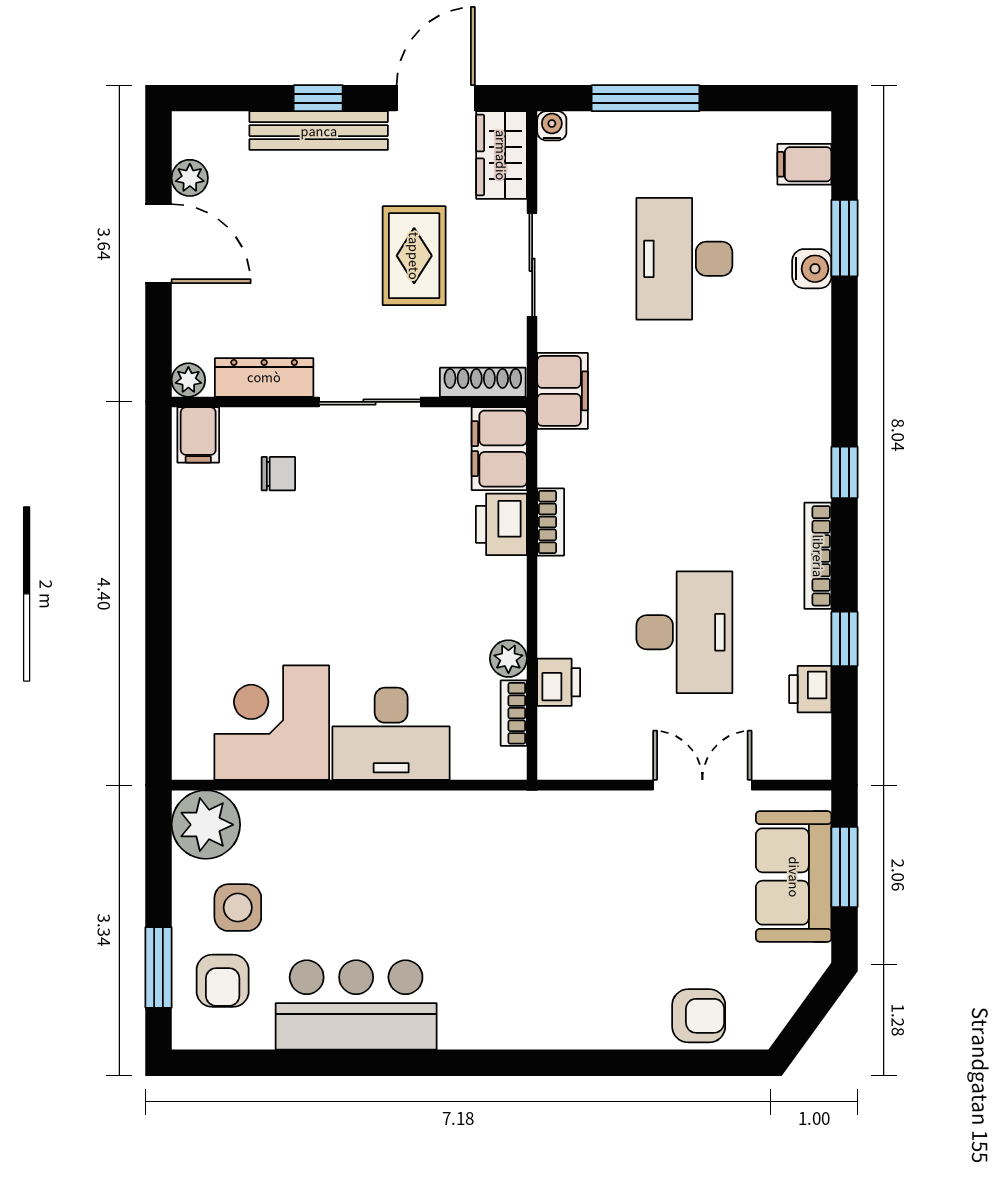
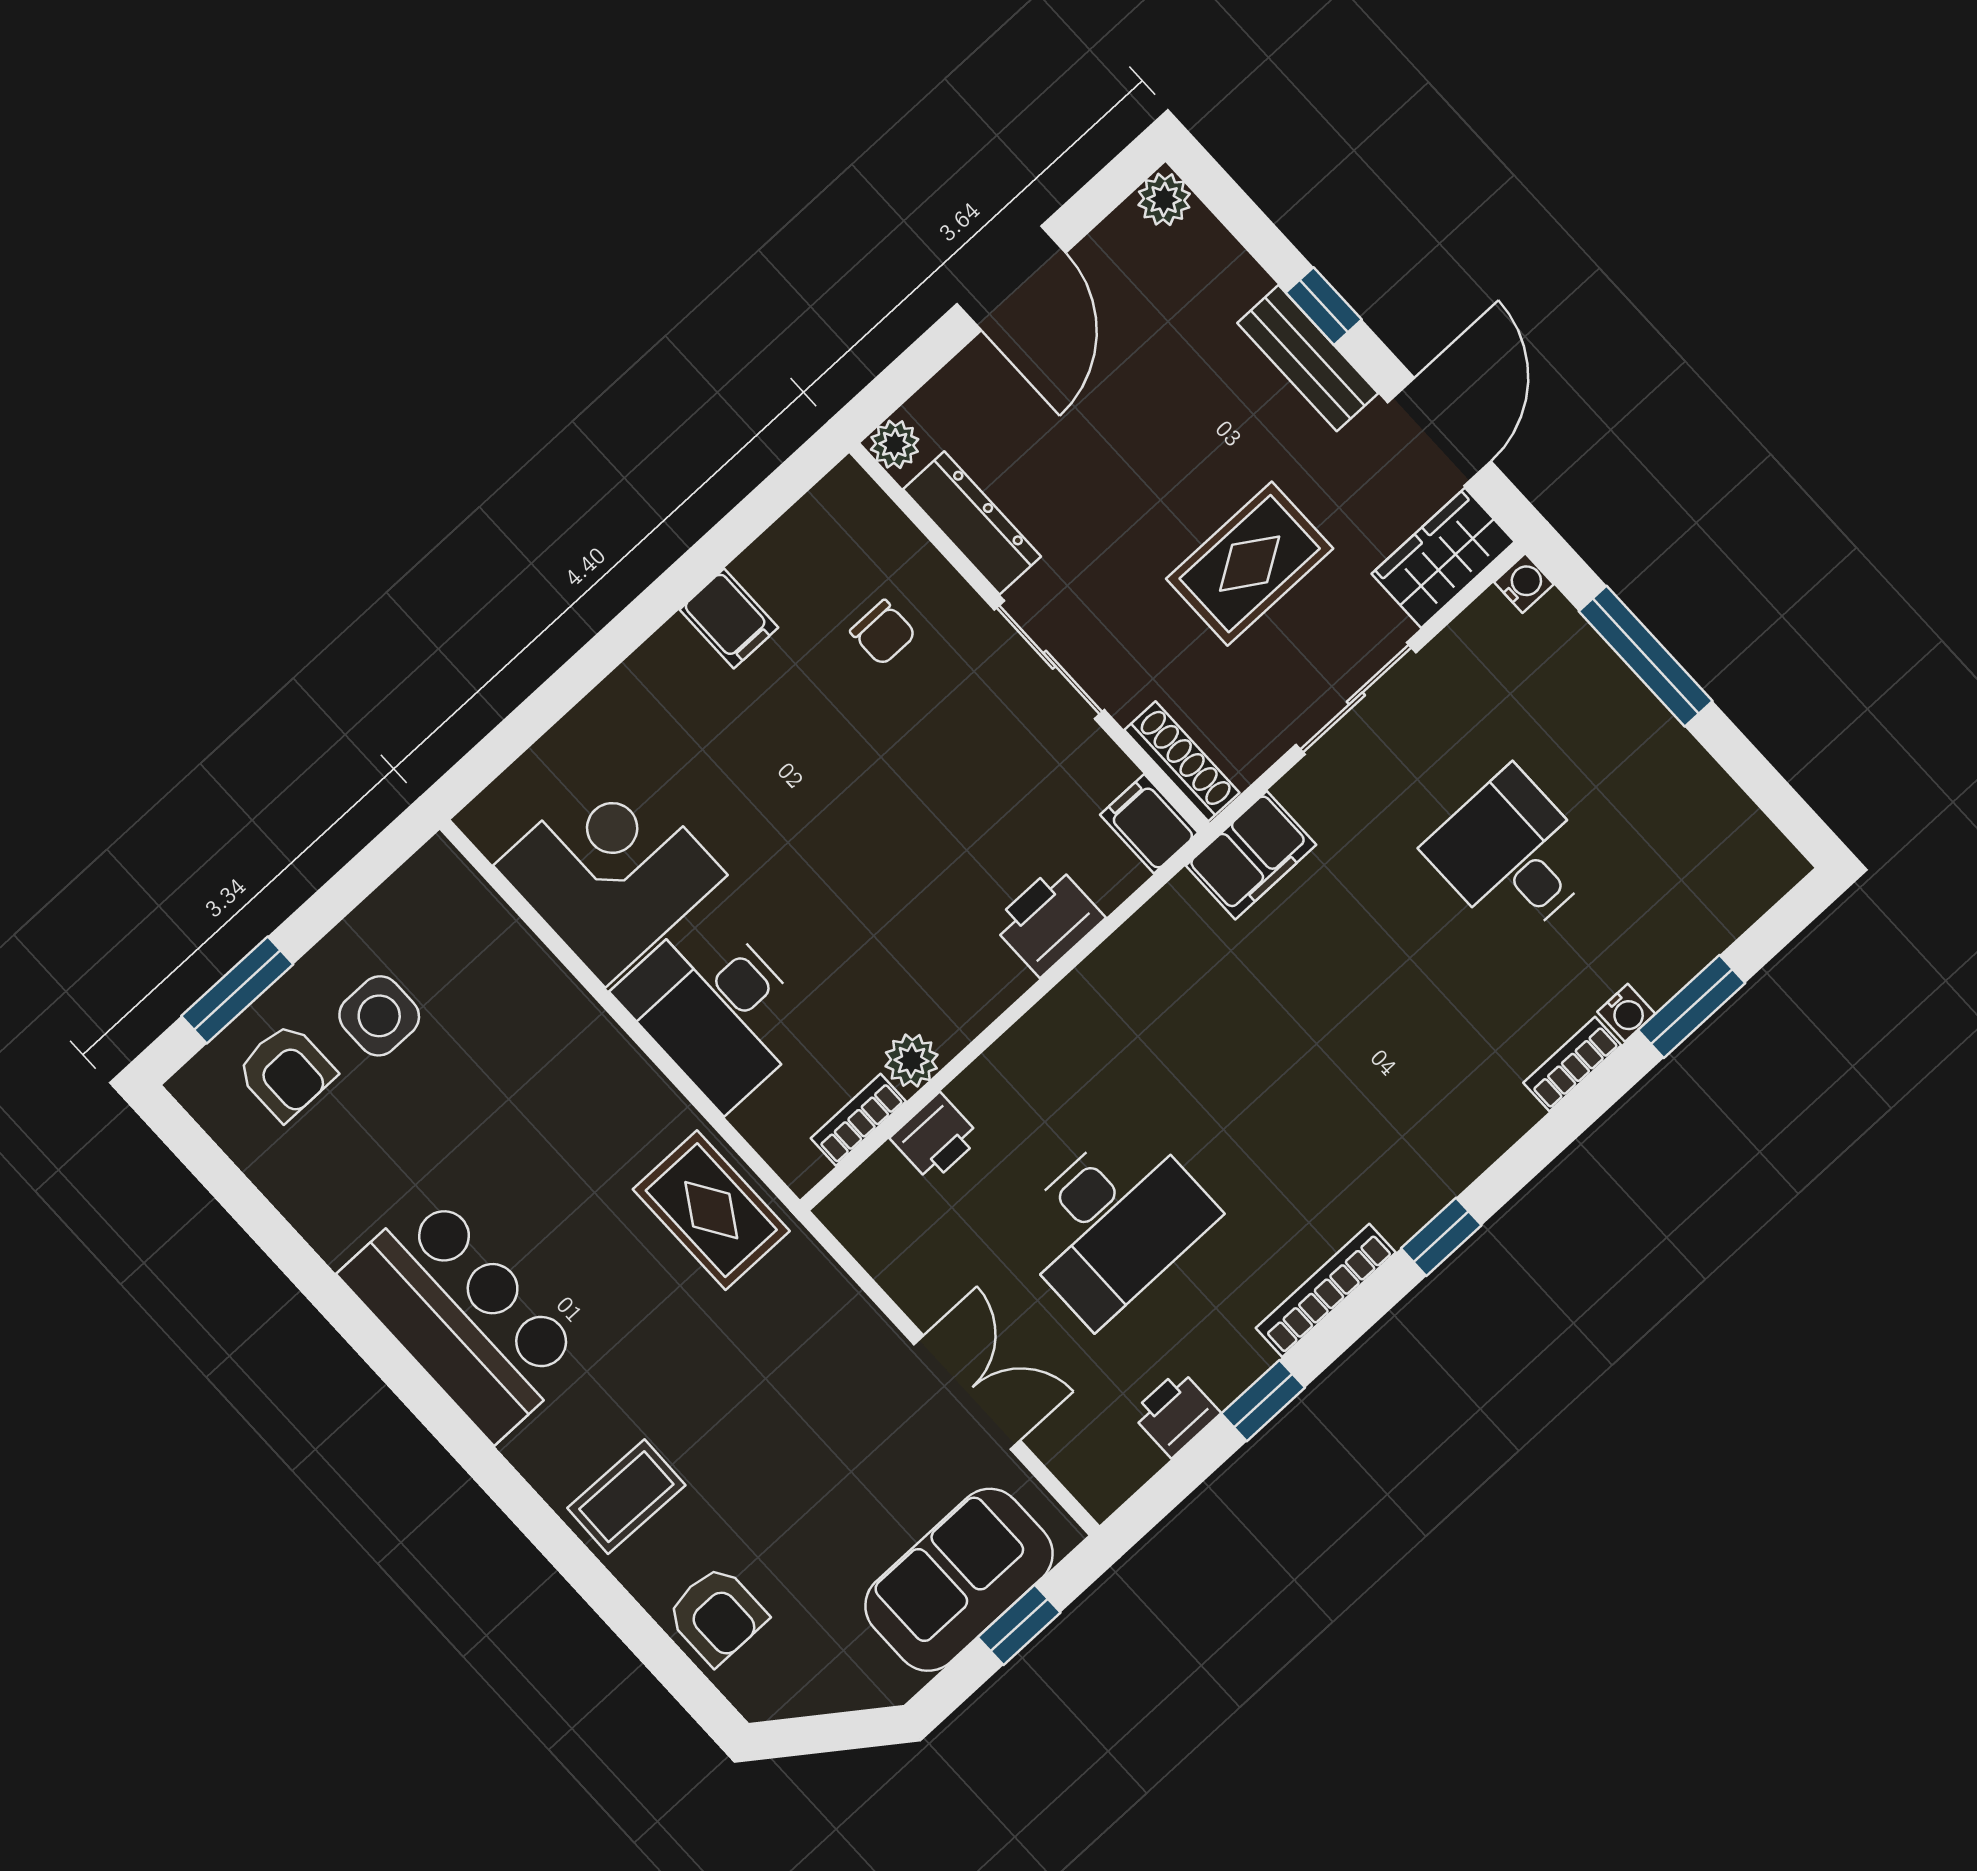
door: (436, 98) -> (1439, 432), hinge flipped
bench: (319, 131) -> (1308, 358), width x0.73
filing cabinet: (804, 164) -> (1731, 891), removed
plant: (190, 178) -> (1164, 199), moved
desk: (684, 259) -> (1512, 856), width x0.73
water cooler: (812, 269) -> (1626, 1013), width x0.72, depth x0.72
filing cabinet: (198, 435) -> (729, 619), moved, turned -90
filing cabinet: (499, 449) -> (1149, 824), width x0.50
bookcase: (551, 522) -> (1572, 1064), moved, turned 180
plant: (206, 825) -> (437, 900), removed
rug: (491, 830) -> (711, 1210), added
window: (845, 867) -> (1019, 1625), width x0.67
armchair: (223, 981) -> (286, 1072), turned -90
bar counter: (356, 1005) -> (463, 1316), moved
coffee table: (597, 1006) -> (626, 1497), added

